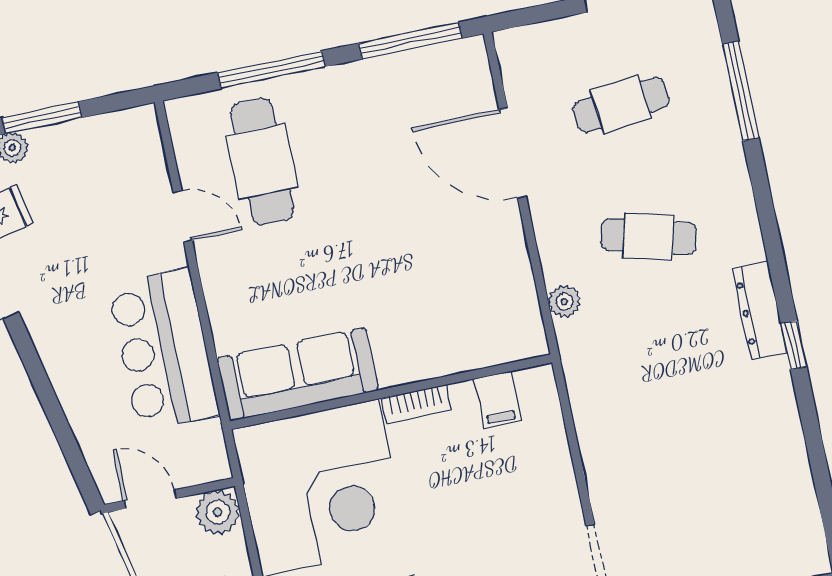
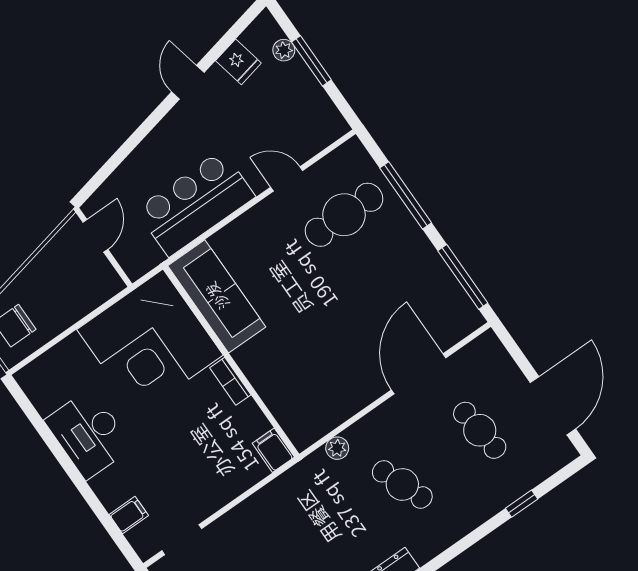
window: (741, 91) -> (522, 504), width x0.46
door: (183, 216) -> (287, 179), swing flipped
cafe table: (649, 237) -> (402, 484), turned -36
filing cabinet: (498, 400) -> (273, 450), moved, turned 90
plant: (218, 512) -> (106, 283), removed

